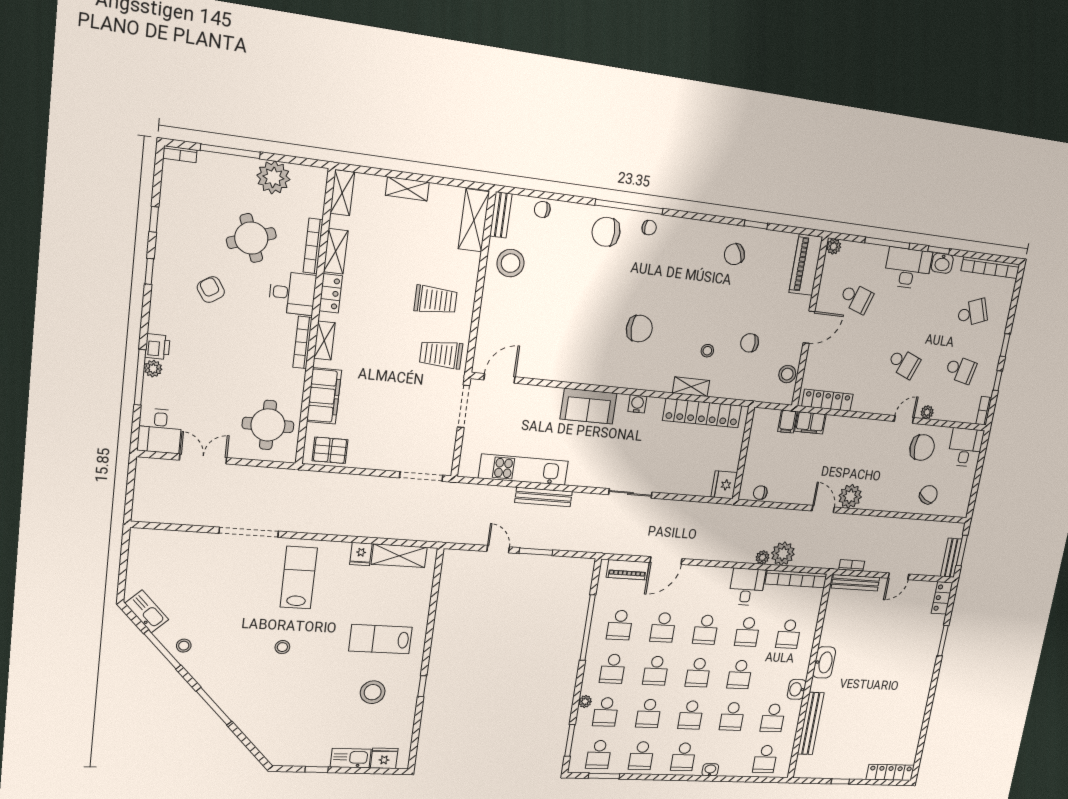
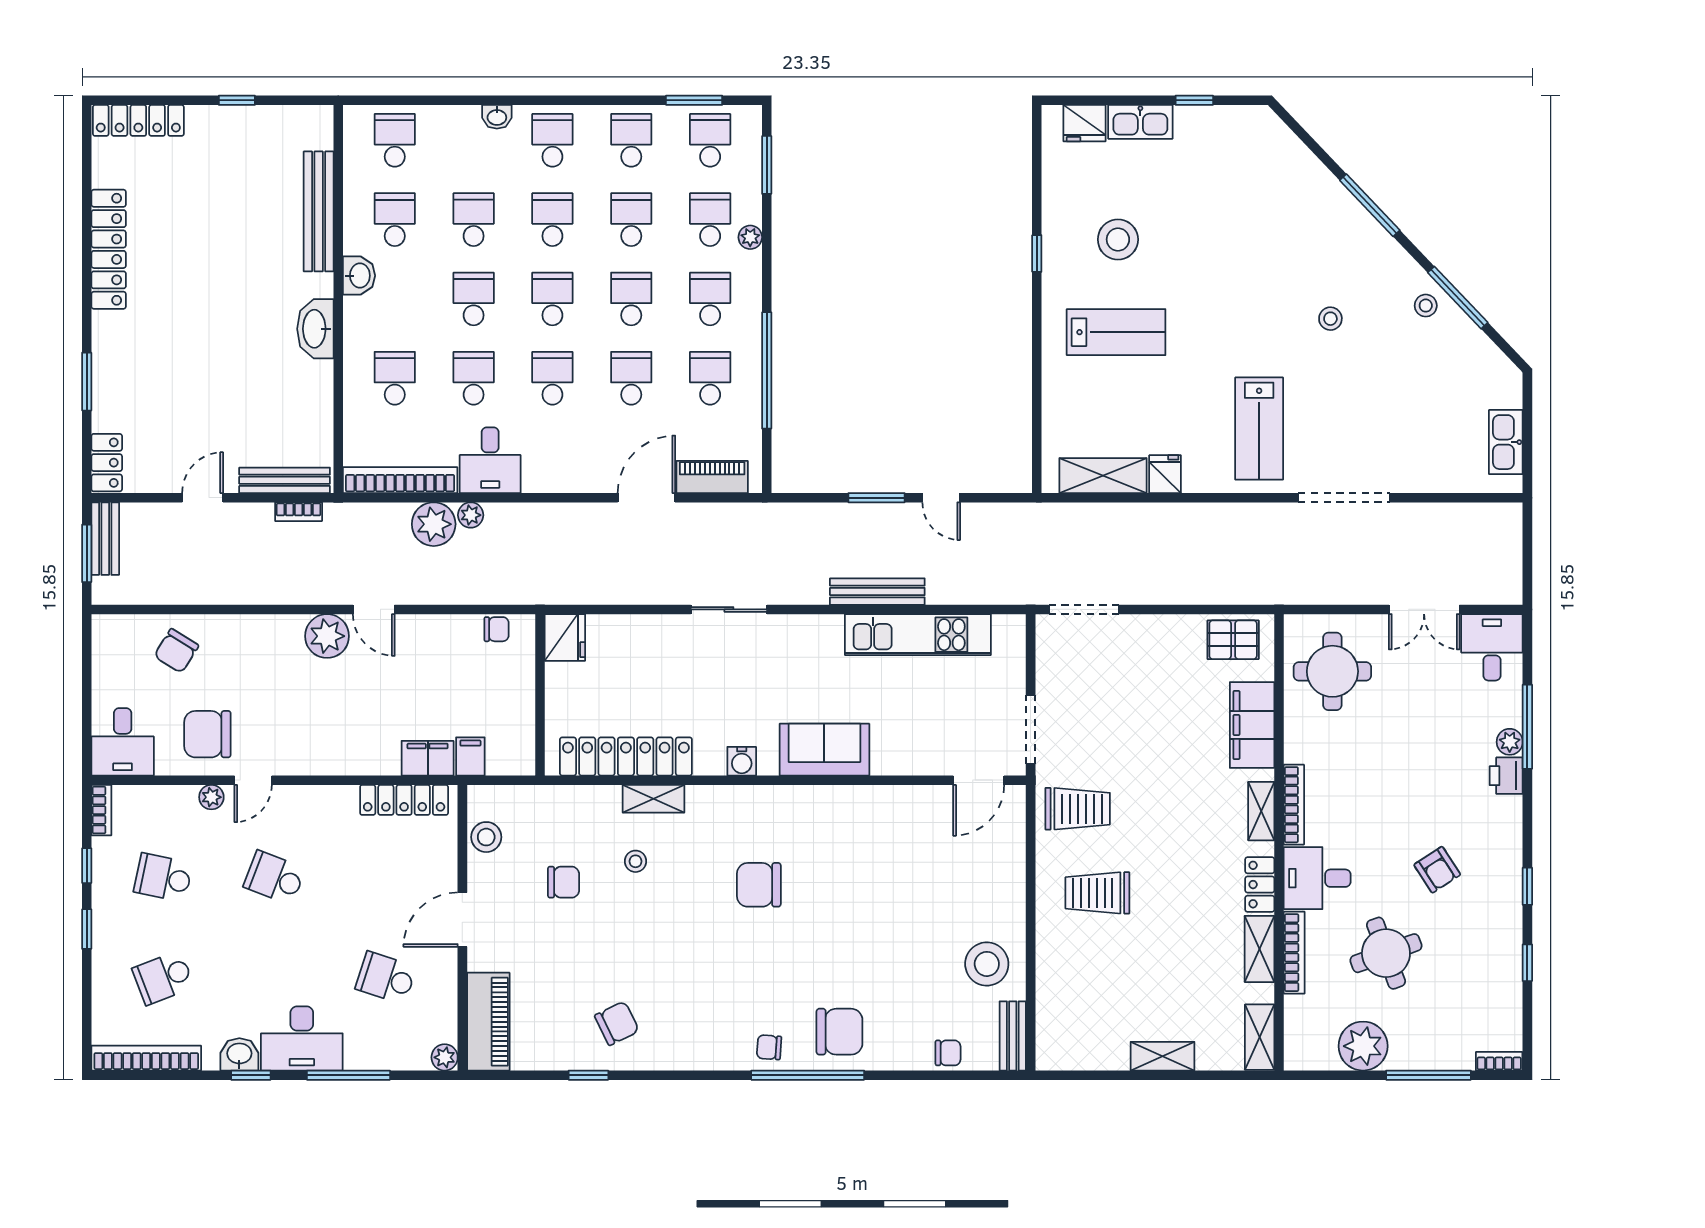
shelving: (474, 220) -> (1054, 1022), removed
kitchen sink: (147, 611) -> (1506, 442), moved, turned 44
stool: (282, 647) -> (1330, 319), moved
locker: (918, 708) -> (109, 249), added

